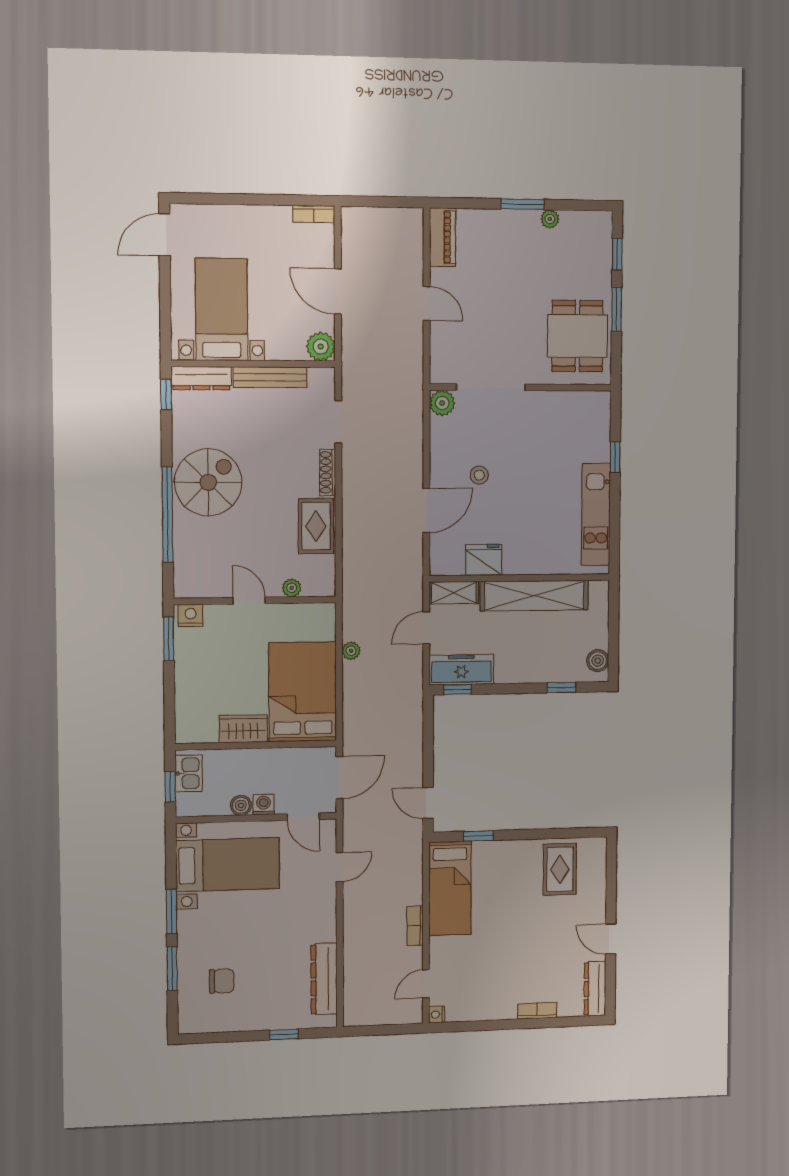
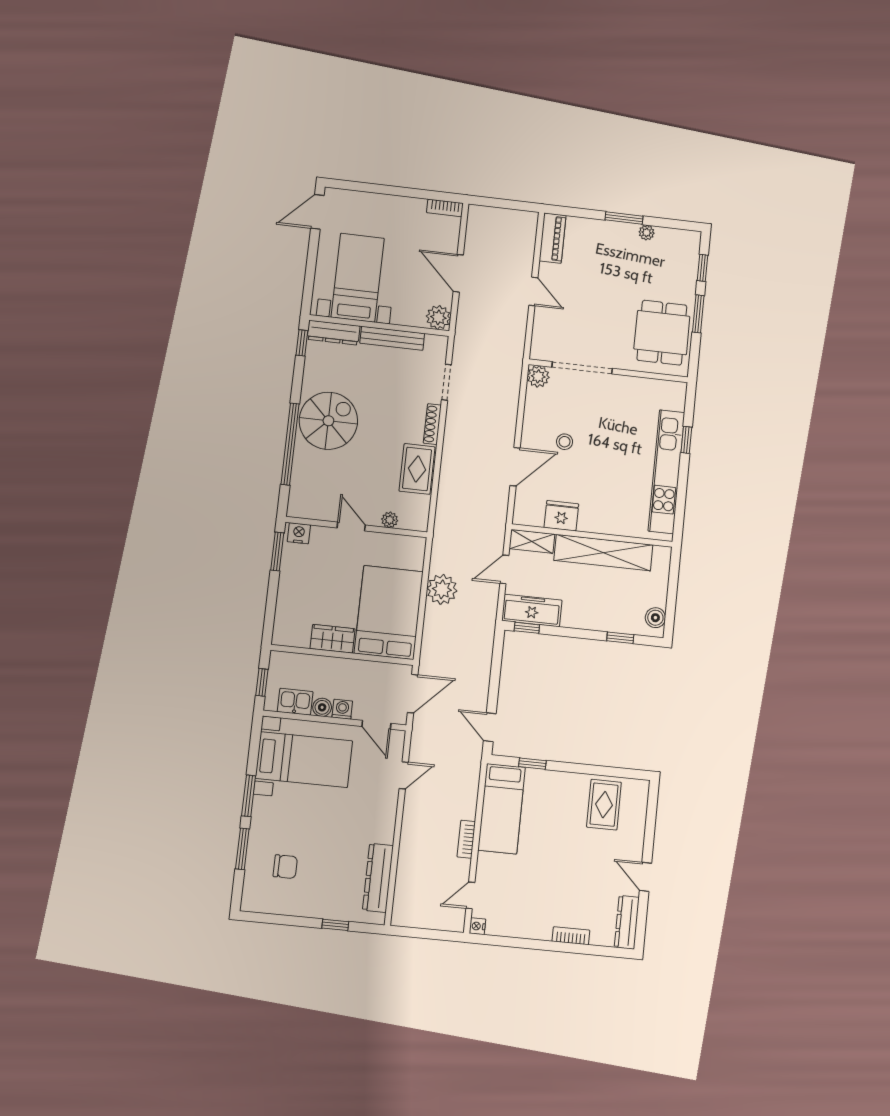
kitchen unit: (596, 514) -> (666, 472), width x1.36
plant: (351, 651) -> (442, 589), width x1.87, depth x1.87
kitchen sink: (189, 773) -> (295, 702), moved, turned -90

